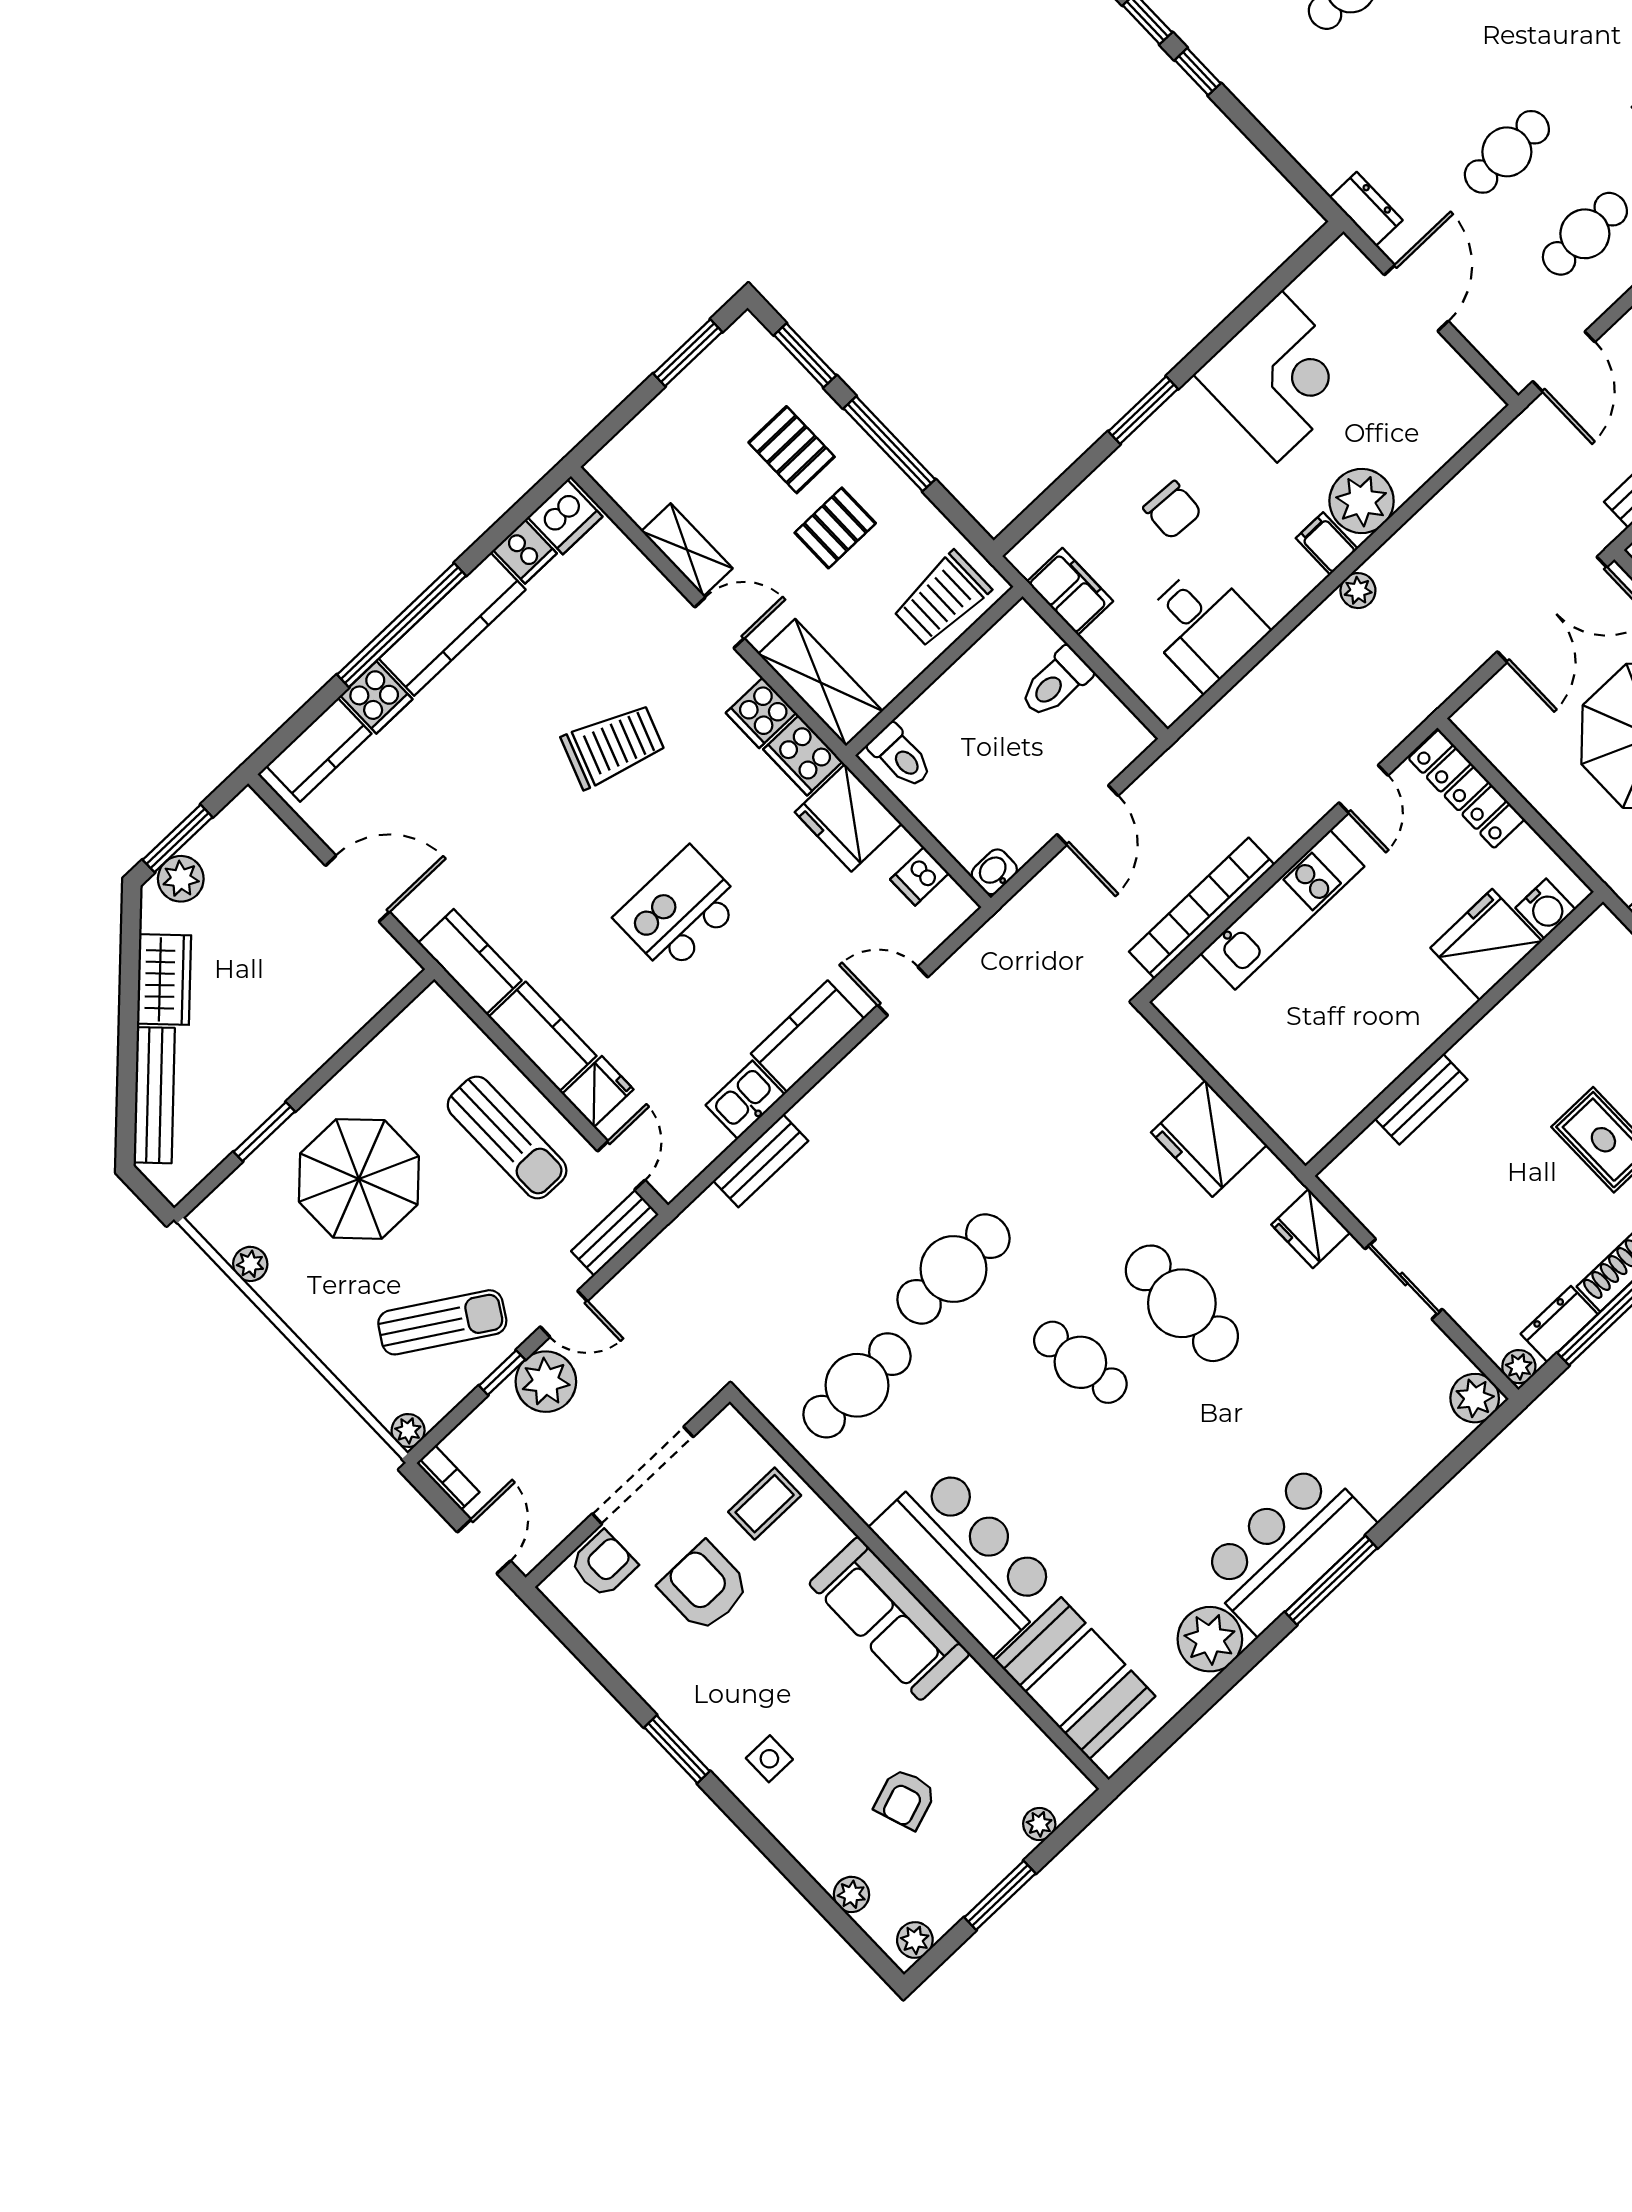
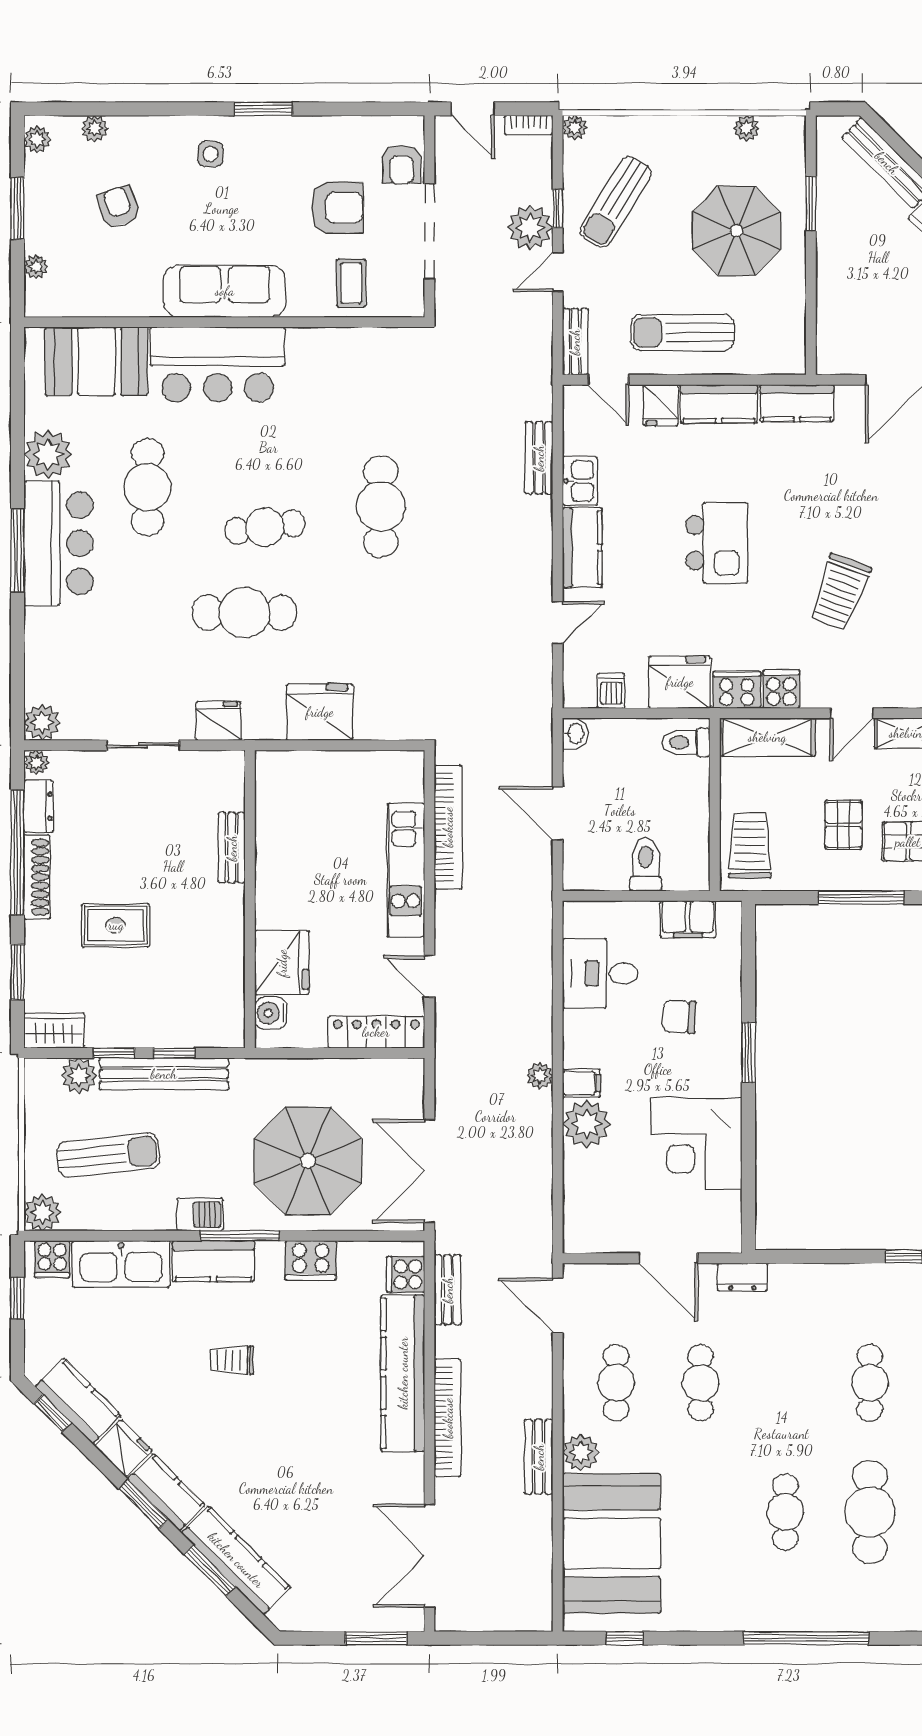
cafe table: (857, 1385) -> (148, 487), moved

